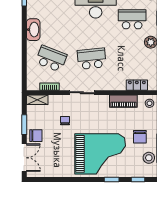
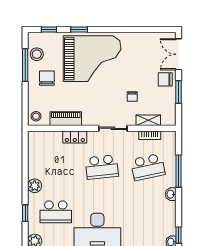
washbasin: (33, 30) -> (171, 194), width x0.52, depth x0.69
window: (24, 55) -> (179, 171), added
school desk: (51, 59) -> (148, 167), turned -33
locker: (137, 85) -> (75, 137), moved
shelving: (37, 100) -> (148, 120), moved
grand piano: (100, 154) -> (92, 59), turned 180

